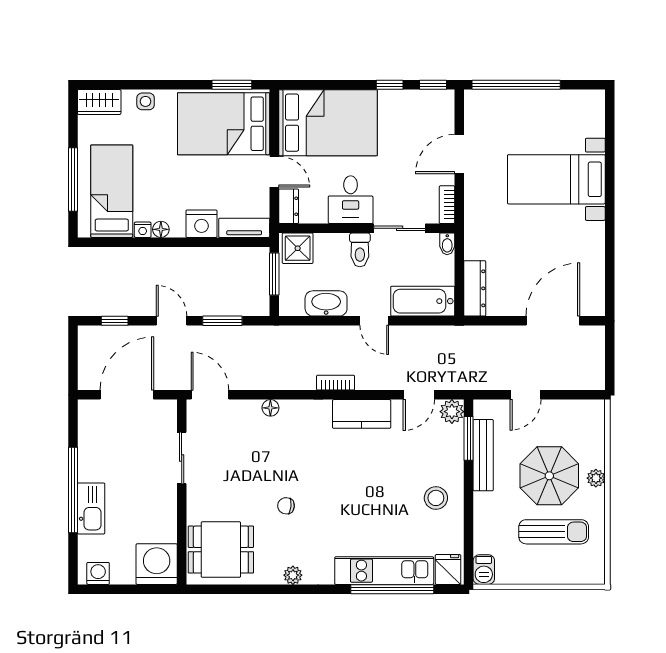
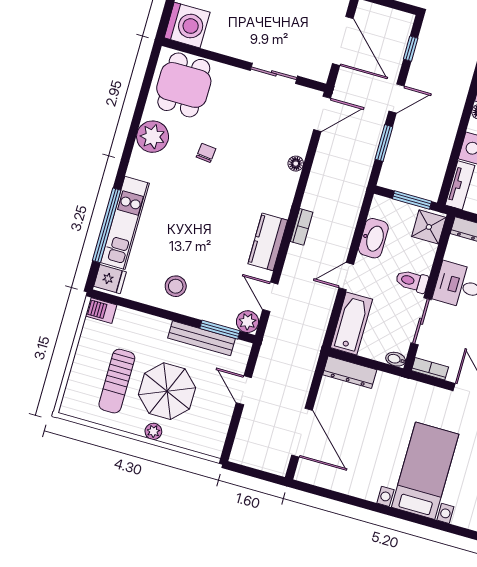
plant: (293, 575) -> (153, 137), width x1.87, depth x1.87

